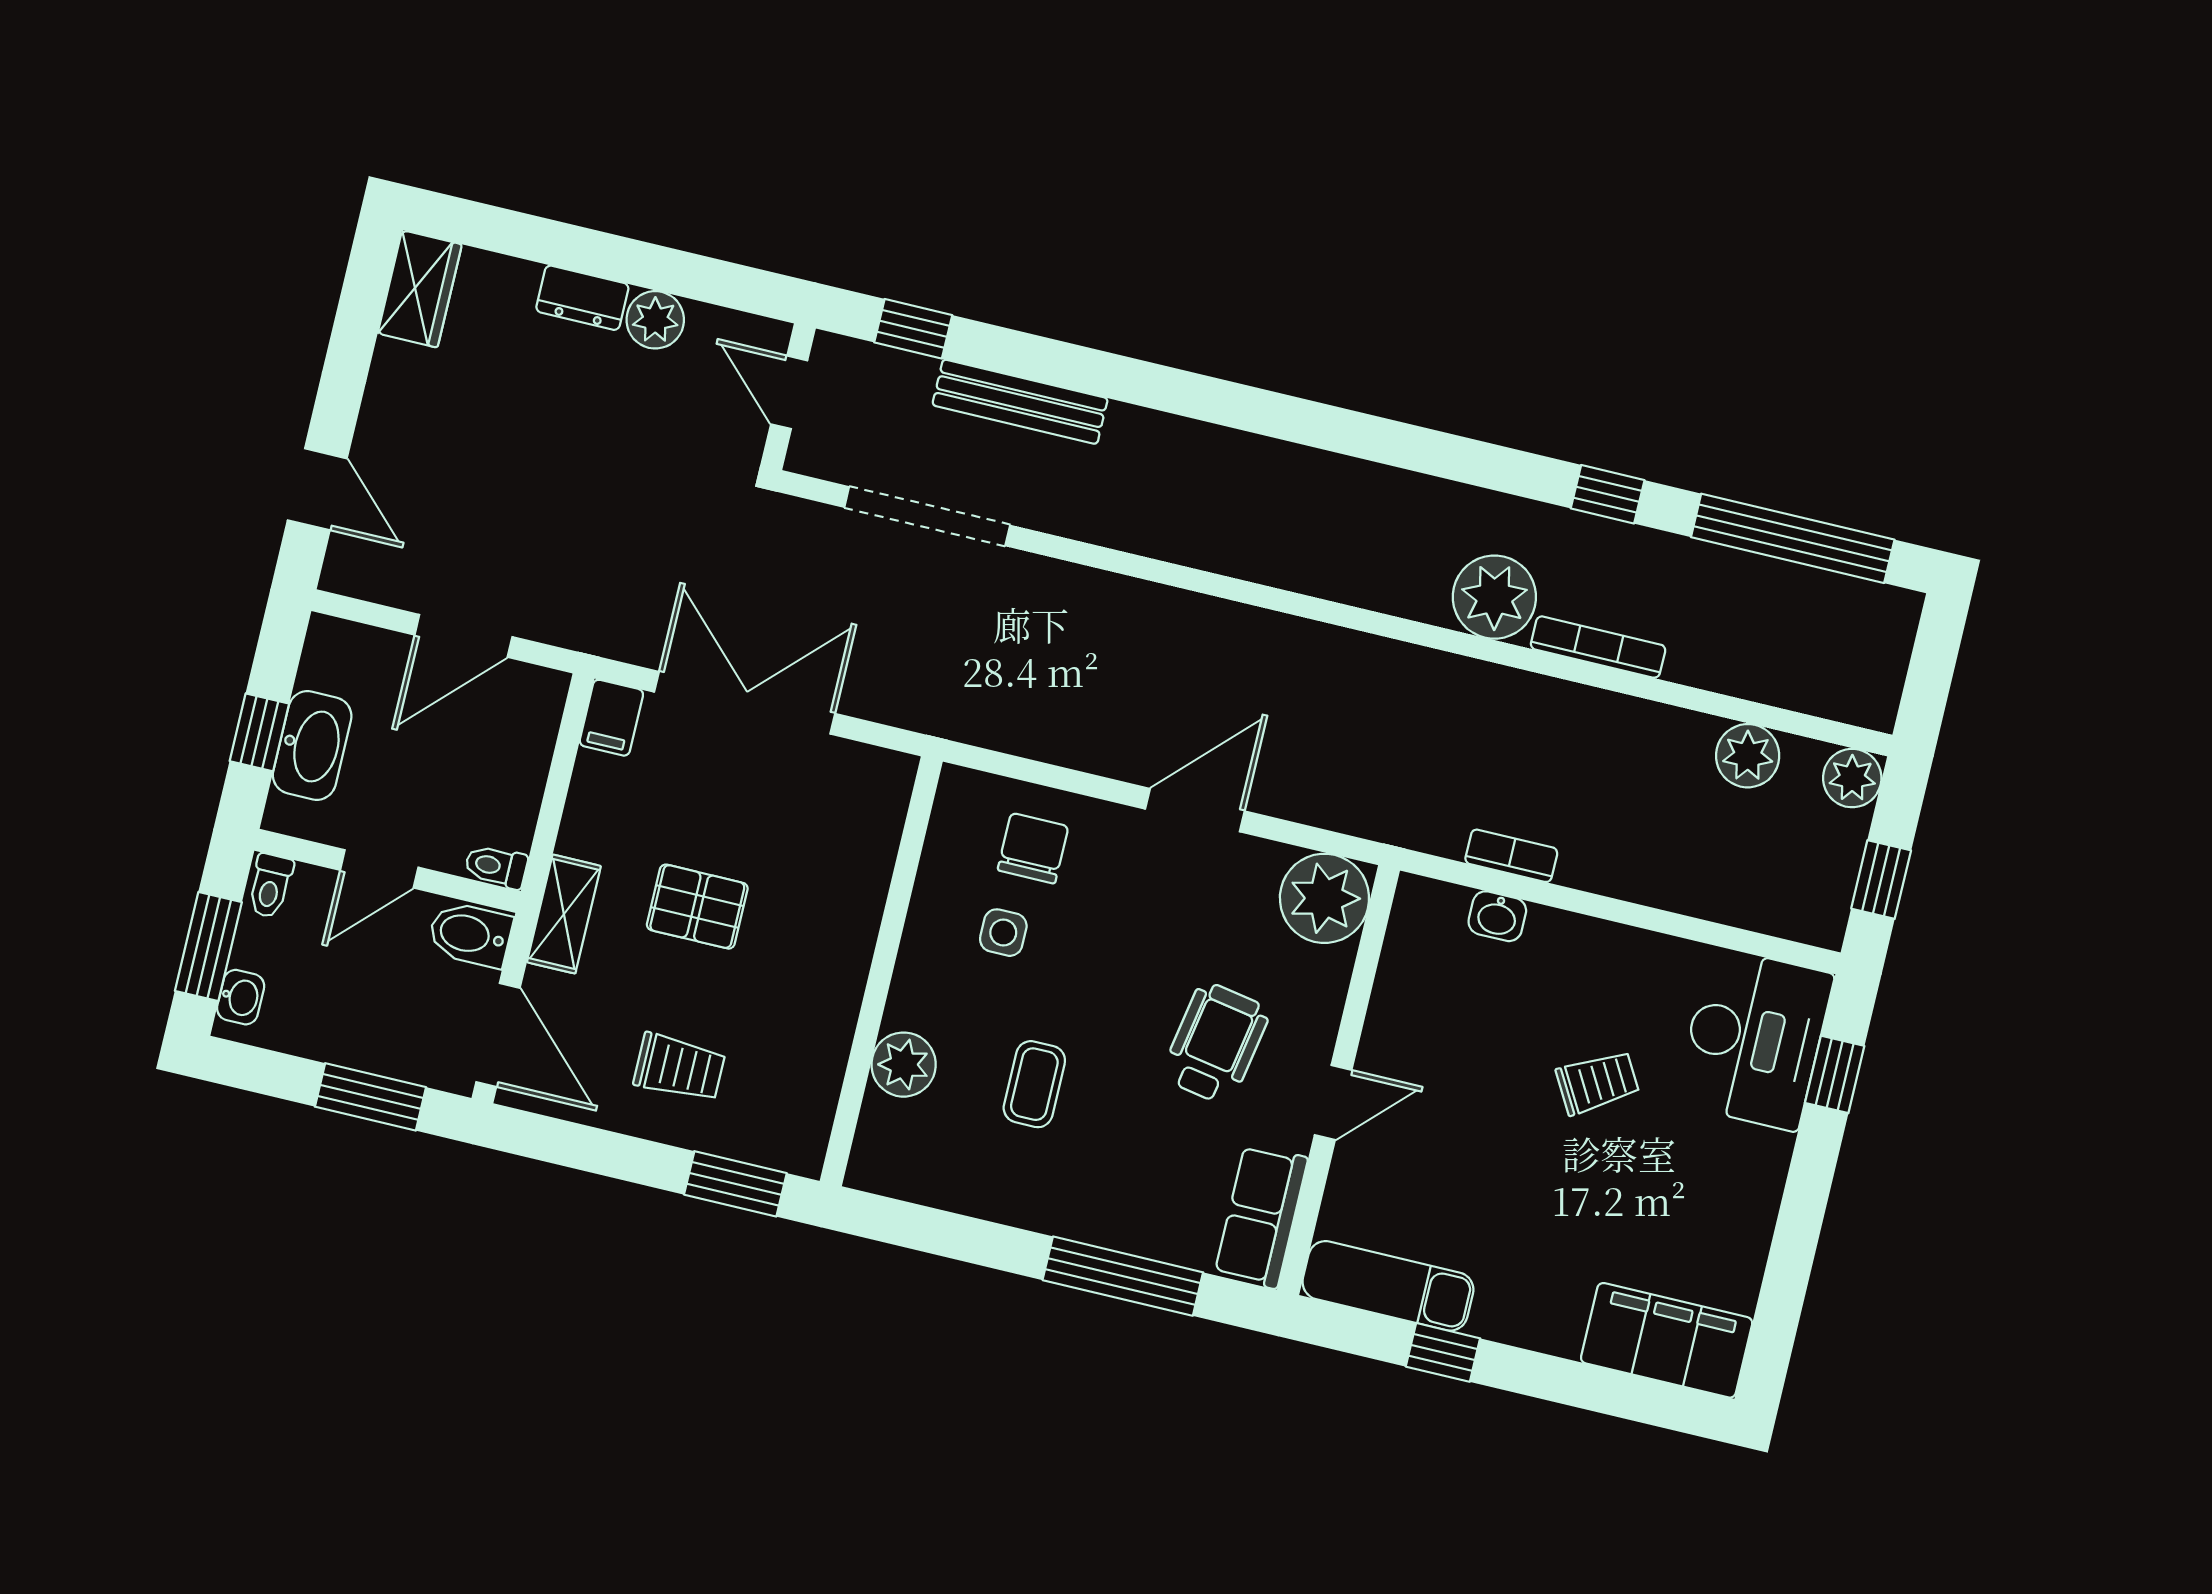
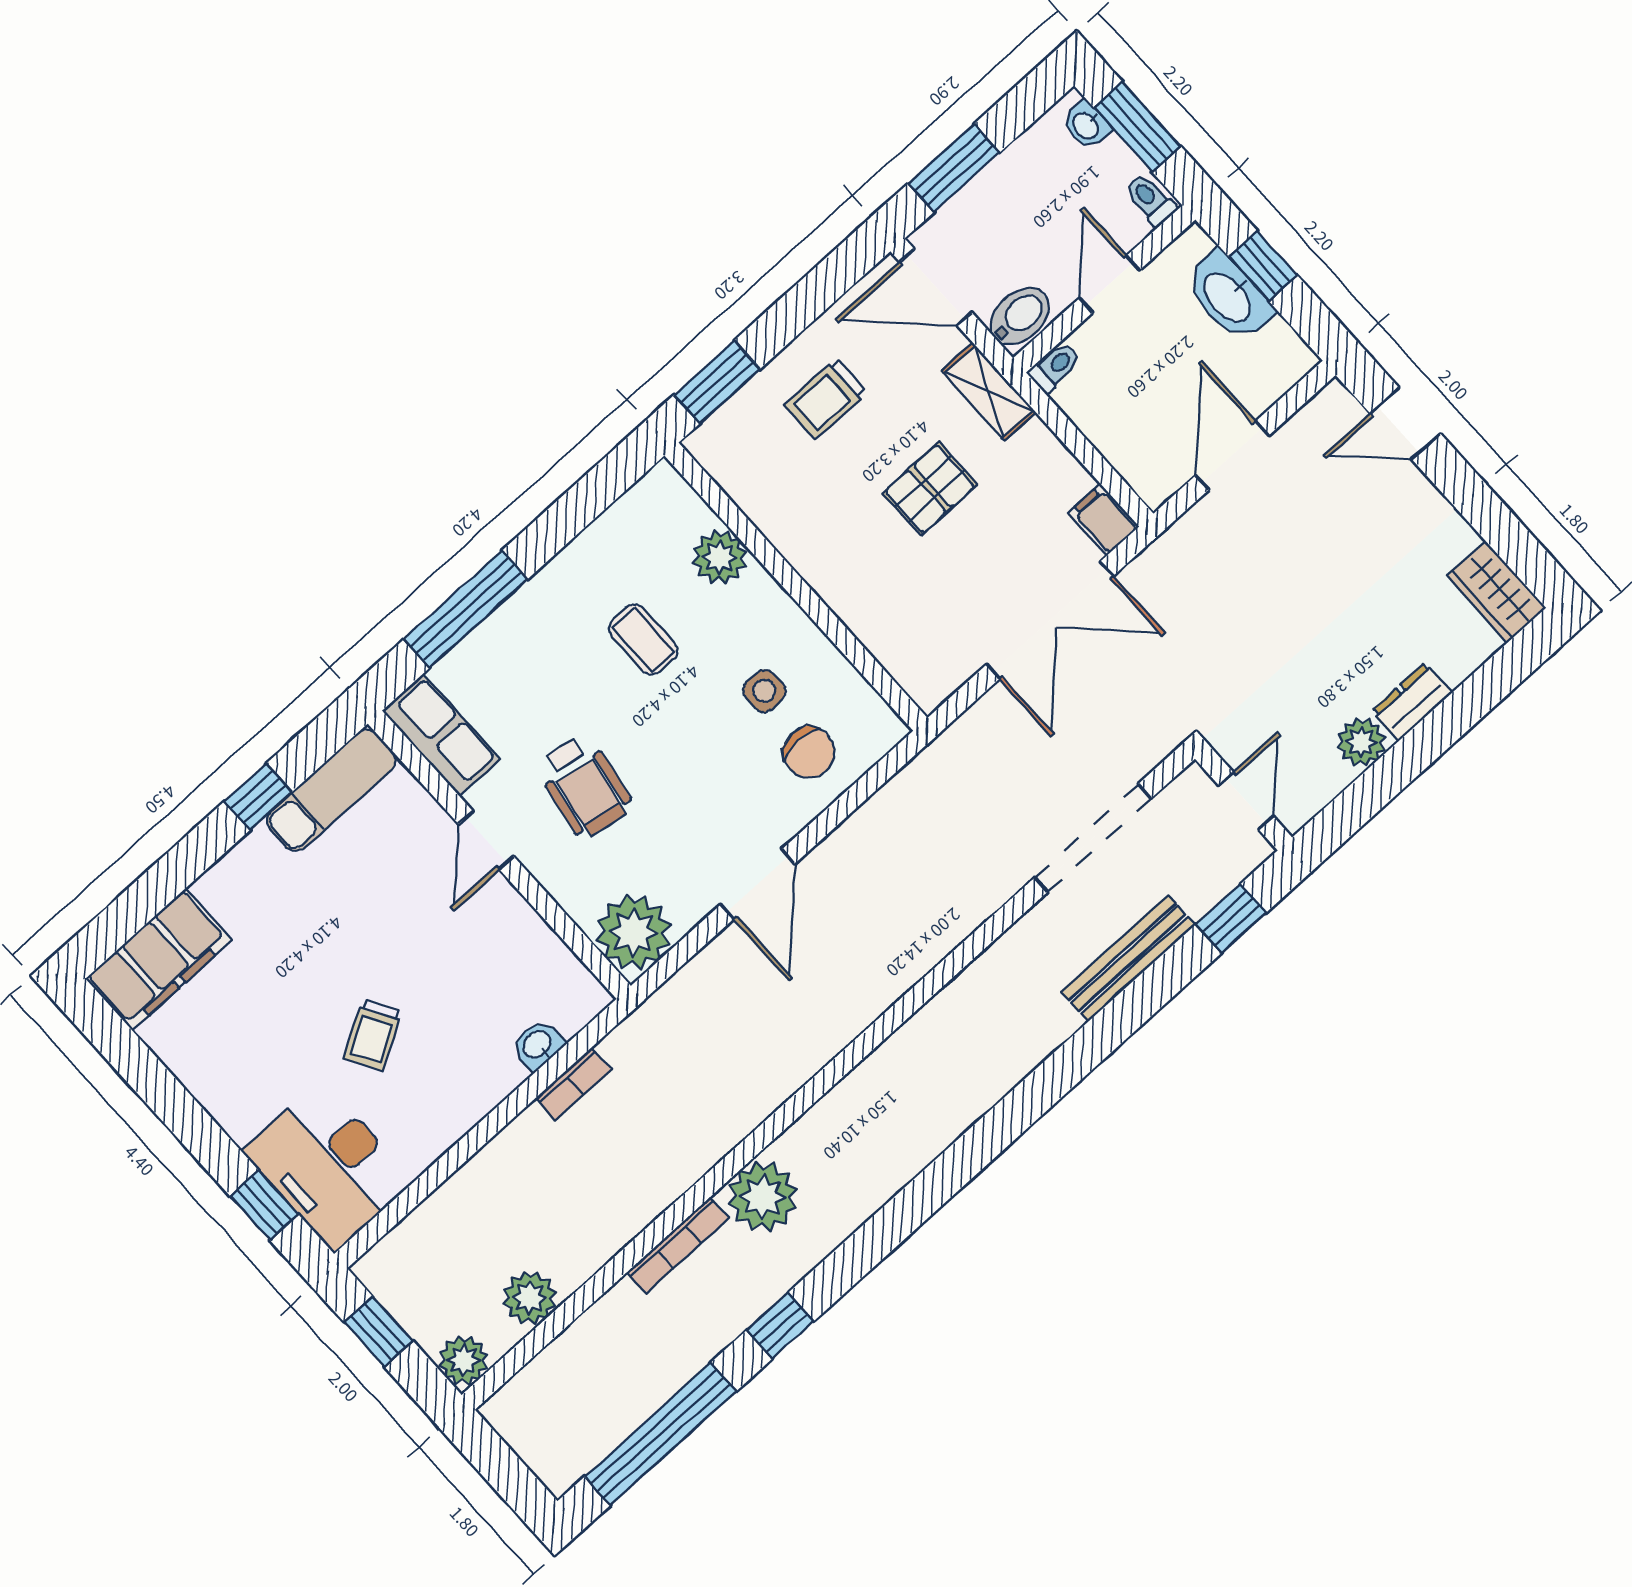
door: (789, 392) -> (1246, 801), hinge flipped

